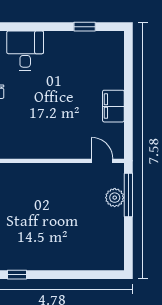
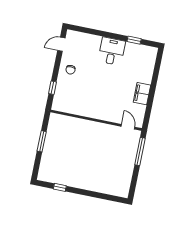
desk: (25, 51) -> (112, 51), moved
plant: (115, 198) -> (131, 151), removed

